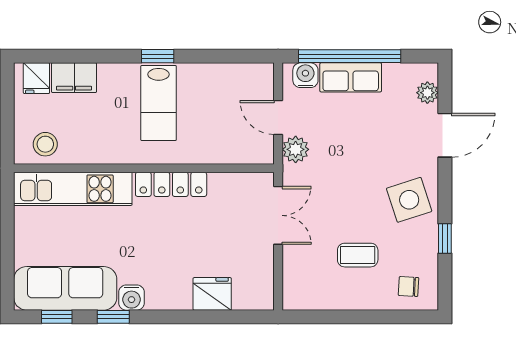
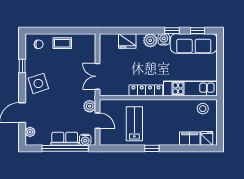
lab bench: (159, 103) -> (134, 124), moved
coffee table: (358, 255) -> (62, 43), moved
plant: (161, 295) -> (150, 40), added

